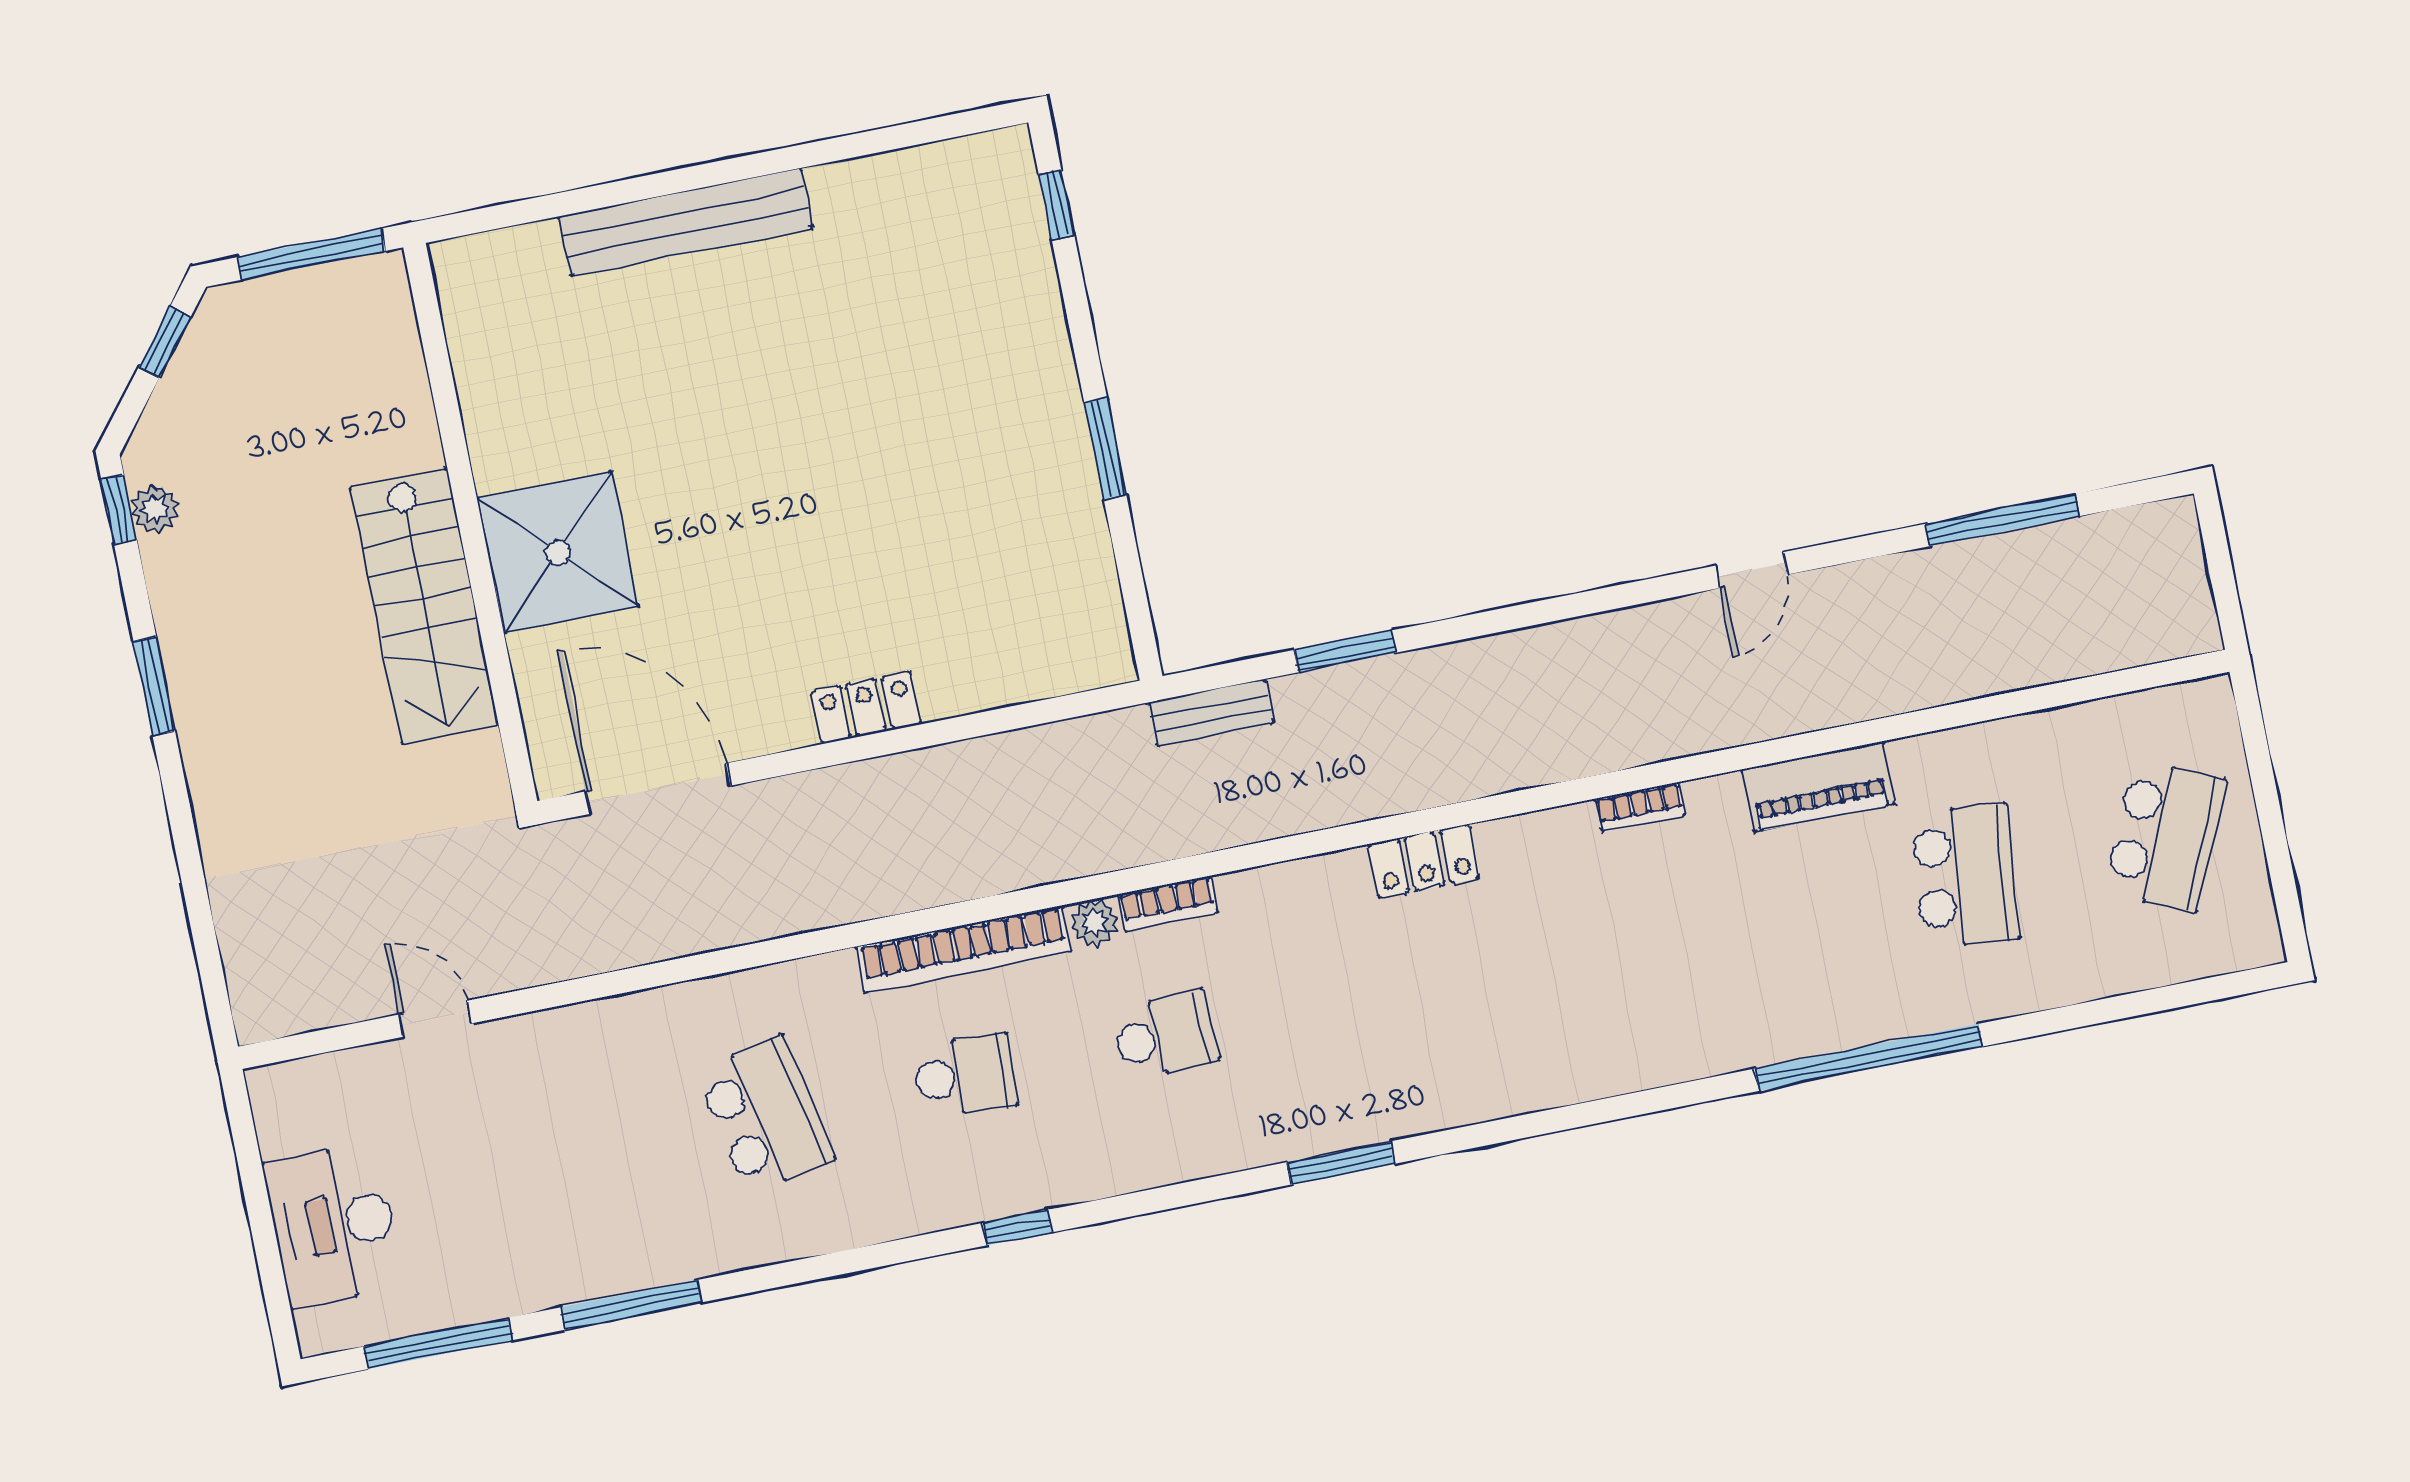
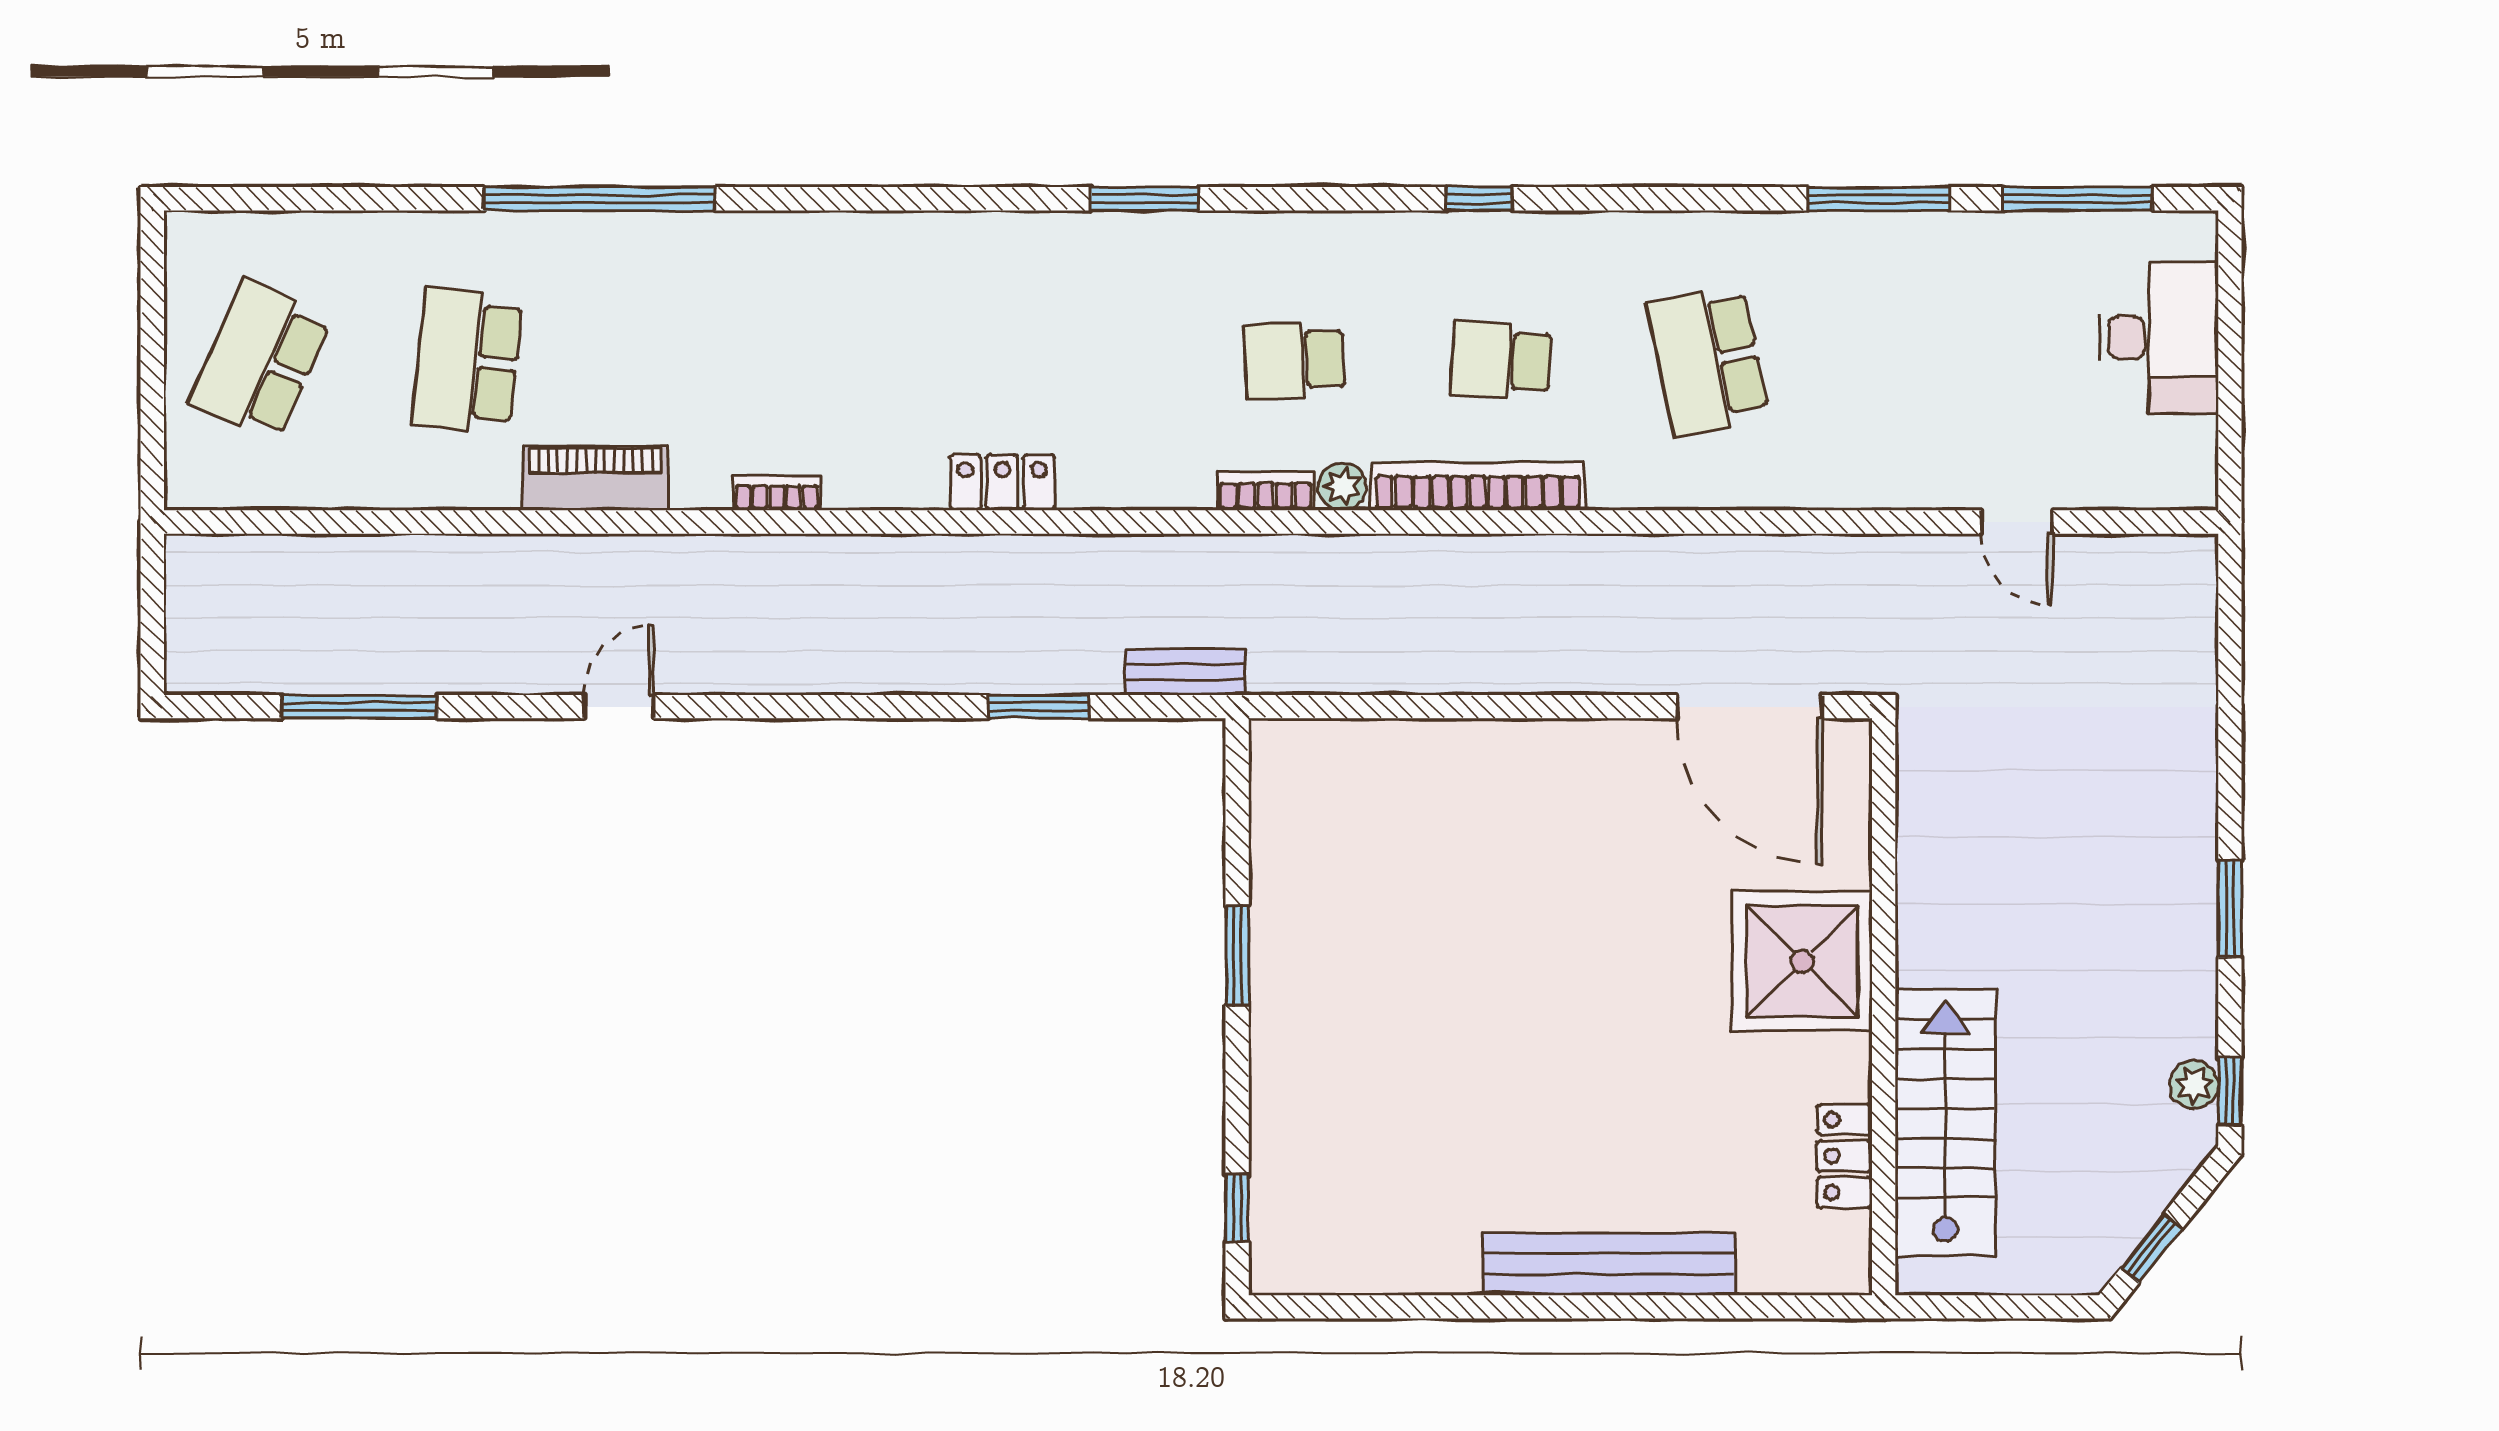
window: (312, 254) -> (1988, 1307), removed
stairs: (424, 606) -> (1945, 1123), moved
locker: (866, 708) -> (1844, 1156), moved, turned 90

